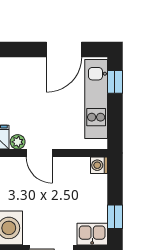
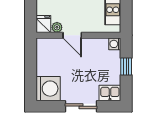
window: (115, 217) -> (126, 66), moved

